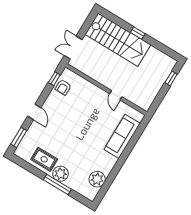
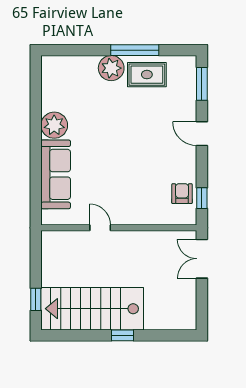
stairs: (118, 40) -> (92, 309), moved
double door: (73, 48) -> (202, 259), swing flipped
plant: (97, 179) -> (54, 125), moved
window: (57, 184) -> (135, 50), moved

